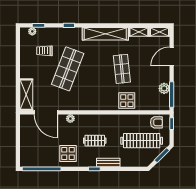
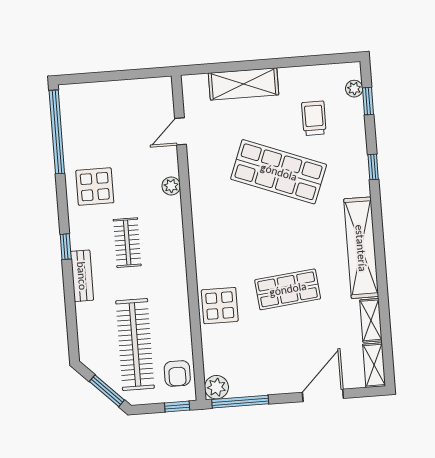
door: (172, 56) -> (323, 395), hinge flipped
plant: (164, 88) -> (216, 387), moved
shelving: (26, 95) -> (244, 84), moved
door: (46, 112) -> (180, 131), width x0.53

